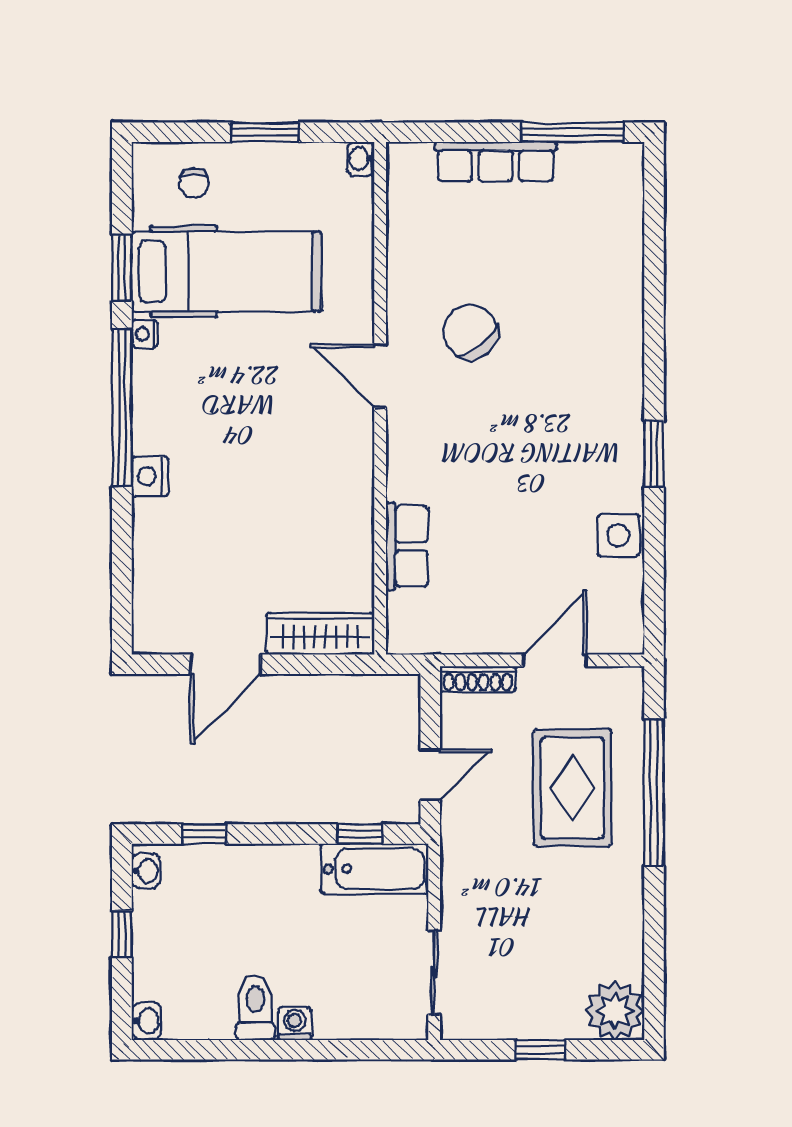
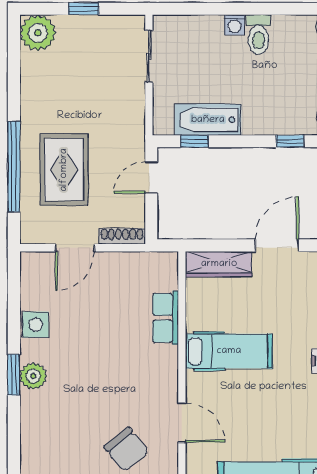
plant: (623, 451) -> (33, 376), added
hospital bed: (304, 492) -> (229, 351), added
bathtub: (375, 869) -> (208, 120), moved

